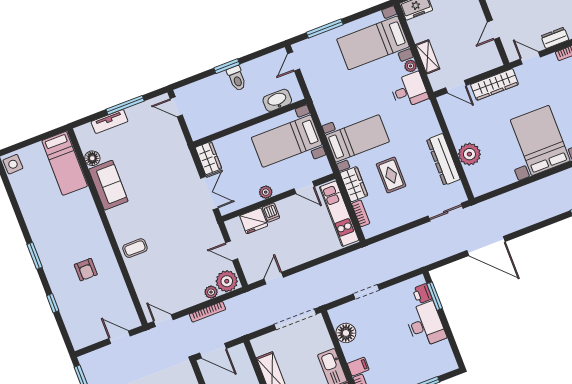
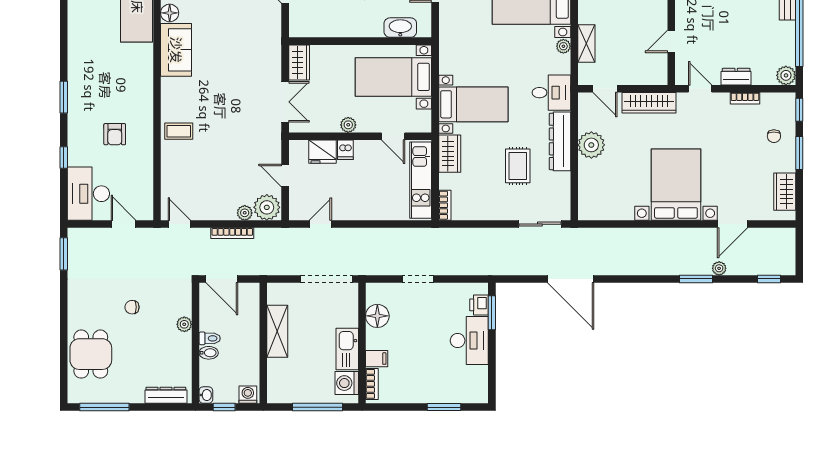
desk: (409, 90) -> (551, 93), moved
plant: (469, 154) -> (591, 145), moved
dresser: (443, 159) -> (560, 141), moved
rug: (391, 175) -> (518, 166), moved
bookcase: (361, 213) -> (445, 205), moved
desk: (83, 324) -> (88, 194), added

